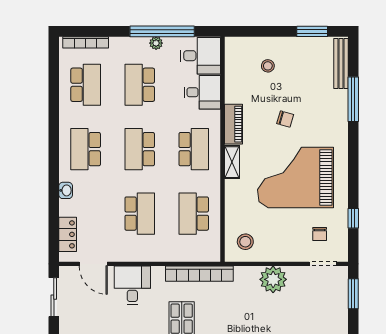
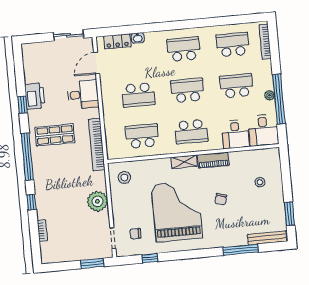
school desk: (86, 85) -> (233, 45), turned 180
washbasin: (66, 190) -> (138, 38), moved

